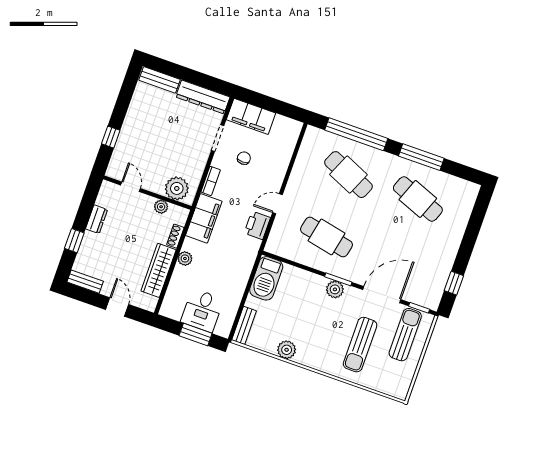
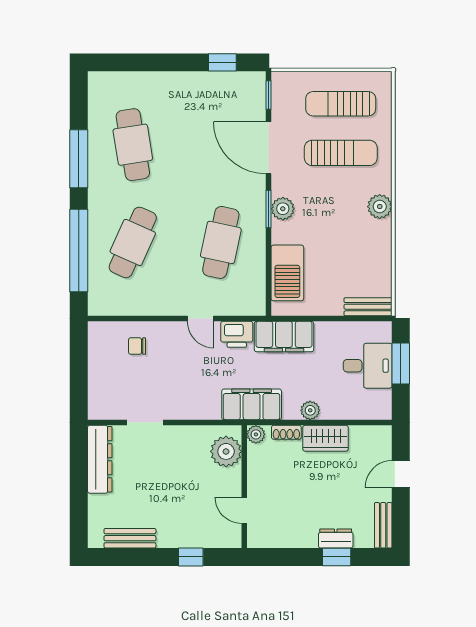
bench: (160, 80) -> (130, 538), moved, turned 90
filing cabinet: (251, 116) -> (284, 336), moved, turned 90
chair: (244, 158) -> (137, 346), moved
bookcase: (211, 181) -> (202, 412), removed
door: (130, 187) -> (244, 510), hinge flipped
cafe table: (418, 199) -> (133, 145), turned -30
plant: (161, 207) -> (256, 434), moved
dresser: (97, 219) -> (336, 538), moved
wardrobe: (159, 270) -> (326, 438), width x0.67
barbecue: (266, 278) -> (287, 273), moved, turned 90
sun lounger: (405, 335) -> (341, 104), moved
plant: (287, 350) -> (380, 207), moved

